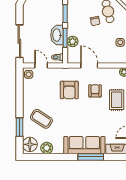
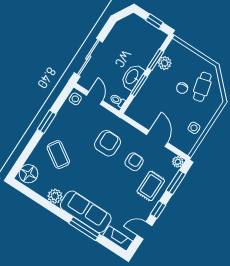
plant: (73, 41) -> (165, 63), moved
door: (89, 65) -> (157, 139), moved
armchair: (69, 90) -> (108, 143), turned 180
window: (19, 127) -> (47, 122), moved
plant: (47, 148) -> (55, 196), moved

